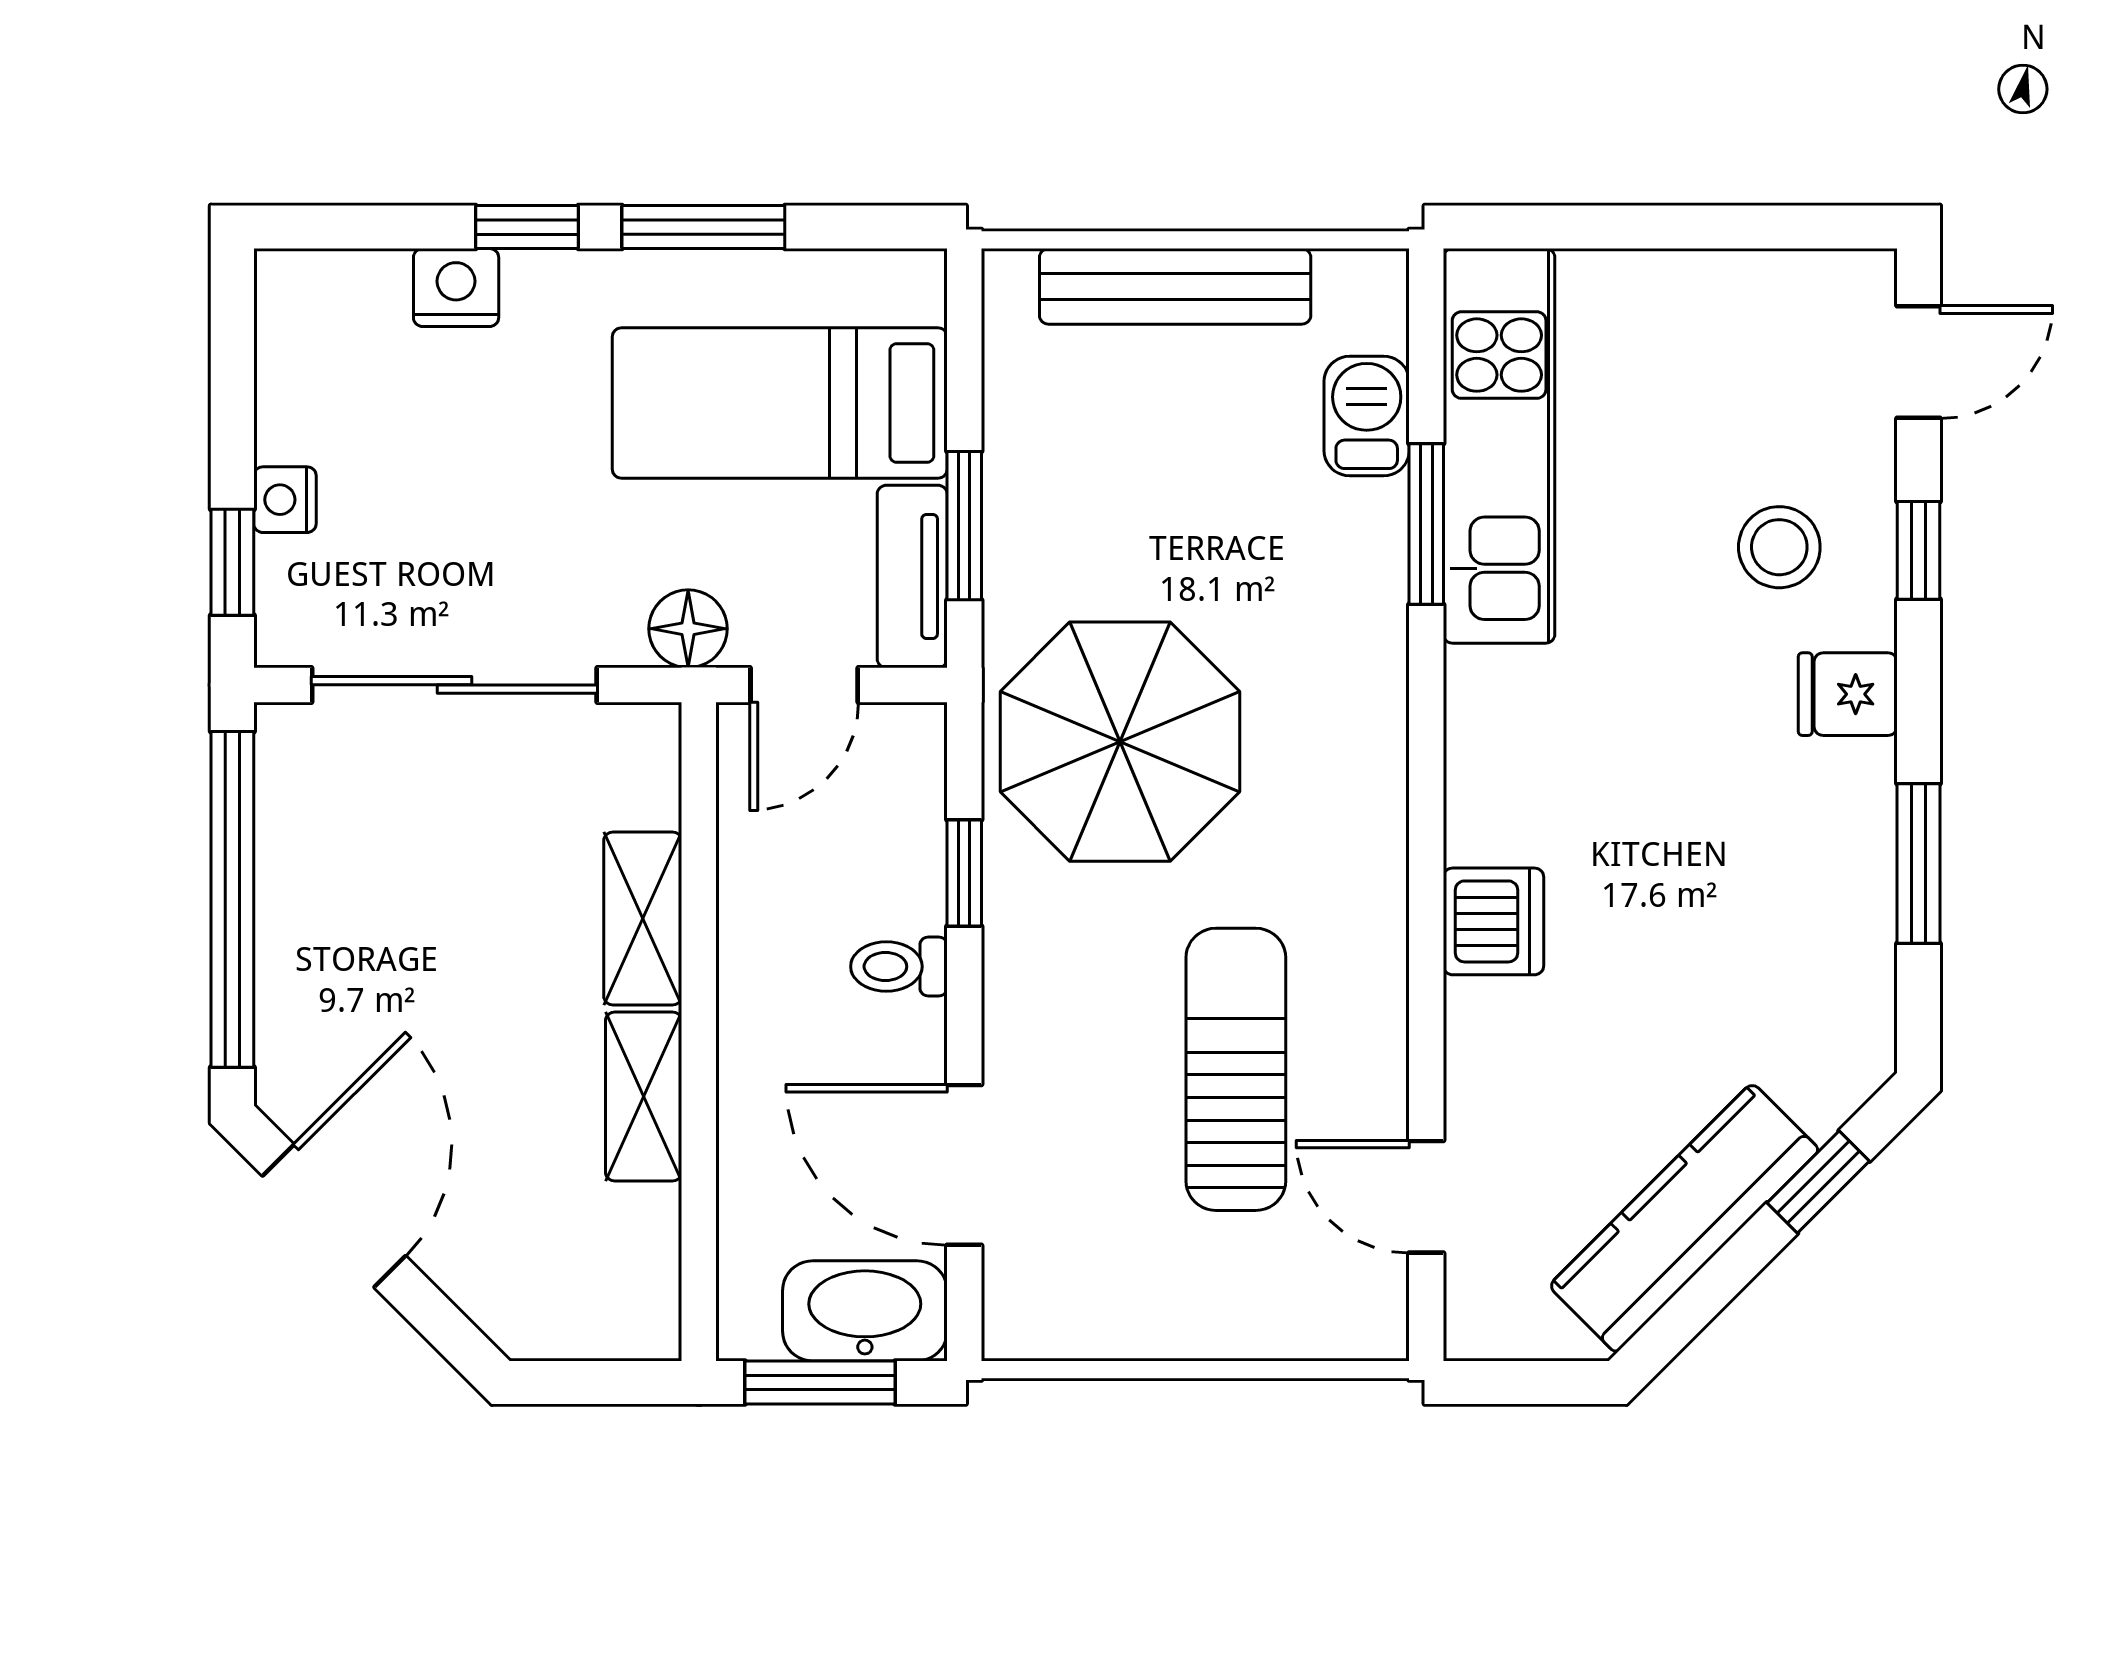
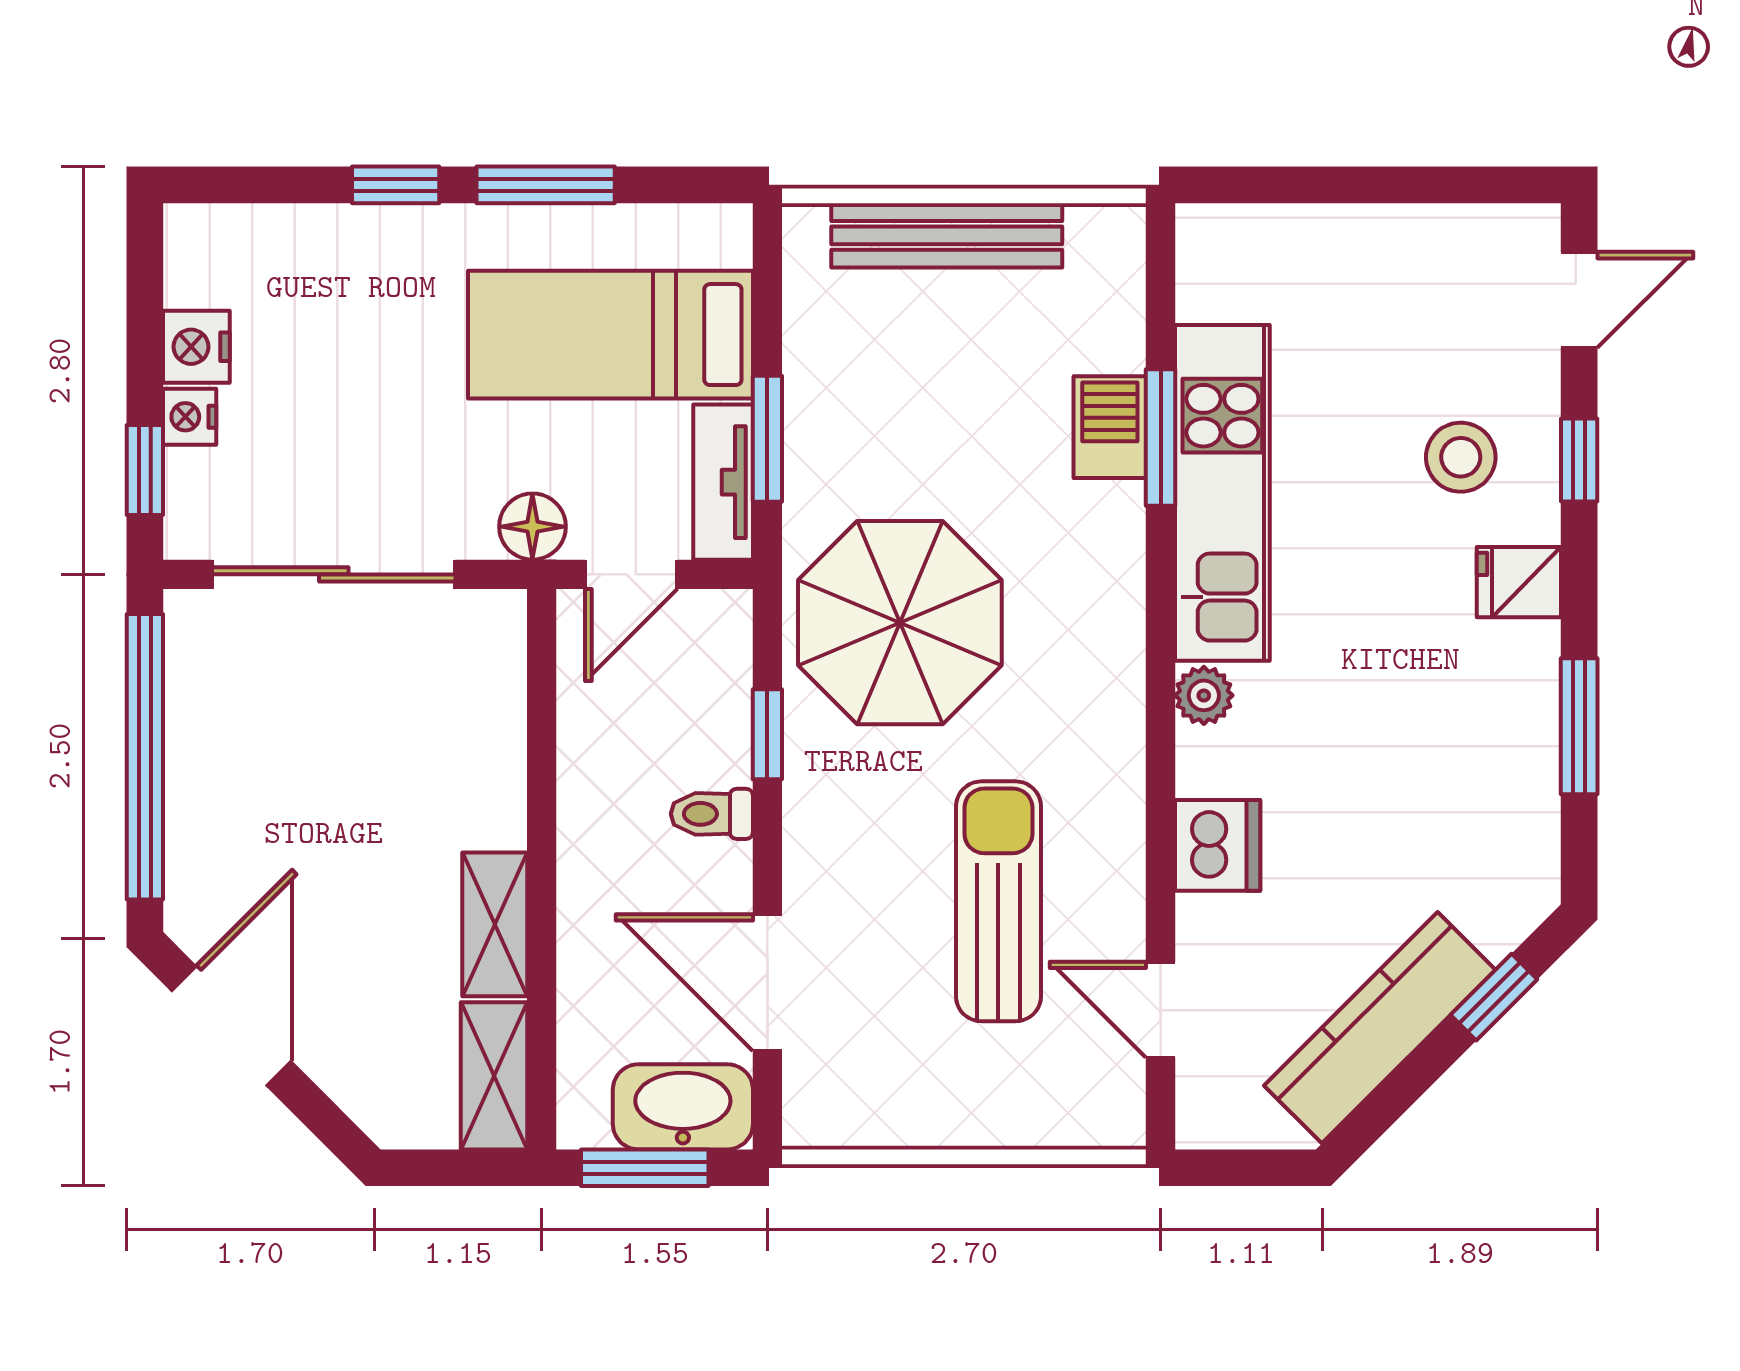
nightstand: (456, 288) -> (196, 347), moved, turned -90
barbecue: (1367, 416) -> (1110, 427), moved
kitchen unit: (1499, 446) -> (1222, 493), moved
plant: (1477, 827) -> (1204, 695), added
shelving: (643, 918) -> (494, 1076), moved
dishwasher: (1493, 921) -> (1218, 845), moved

